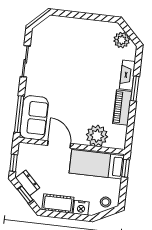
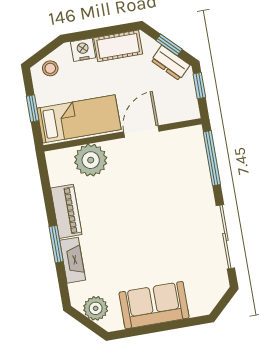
sliding door: (25, 61) -> (225, 237), width x1.37
sofa: (34, 118) -> (154, 305), moved, turned 90
door: (59, 144) -> (141, 132), swing flipped
window: (126, 168) -> (33, 108), moved

